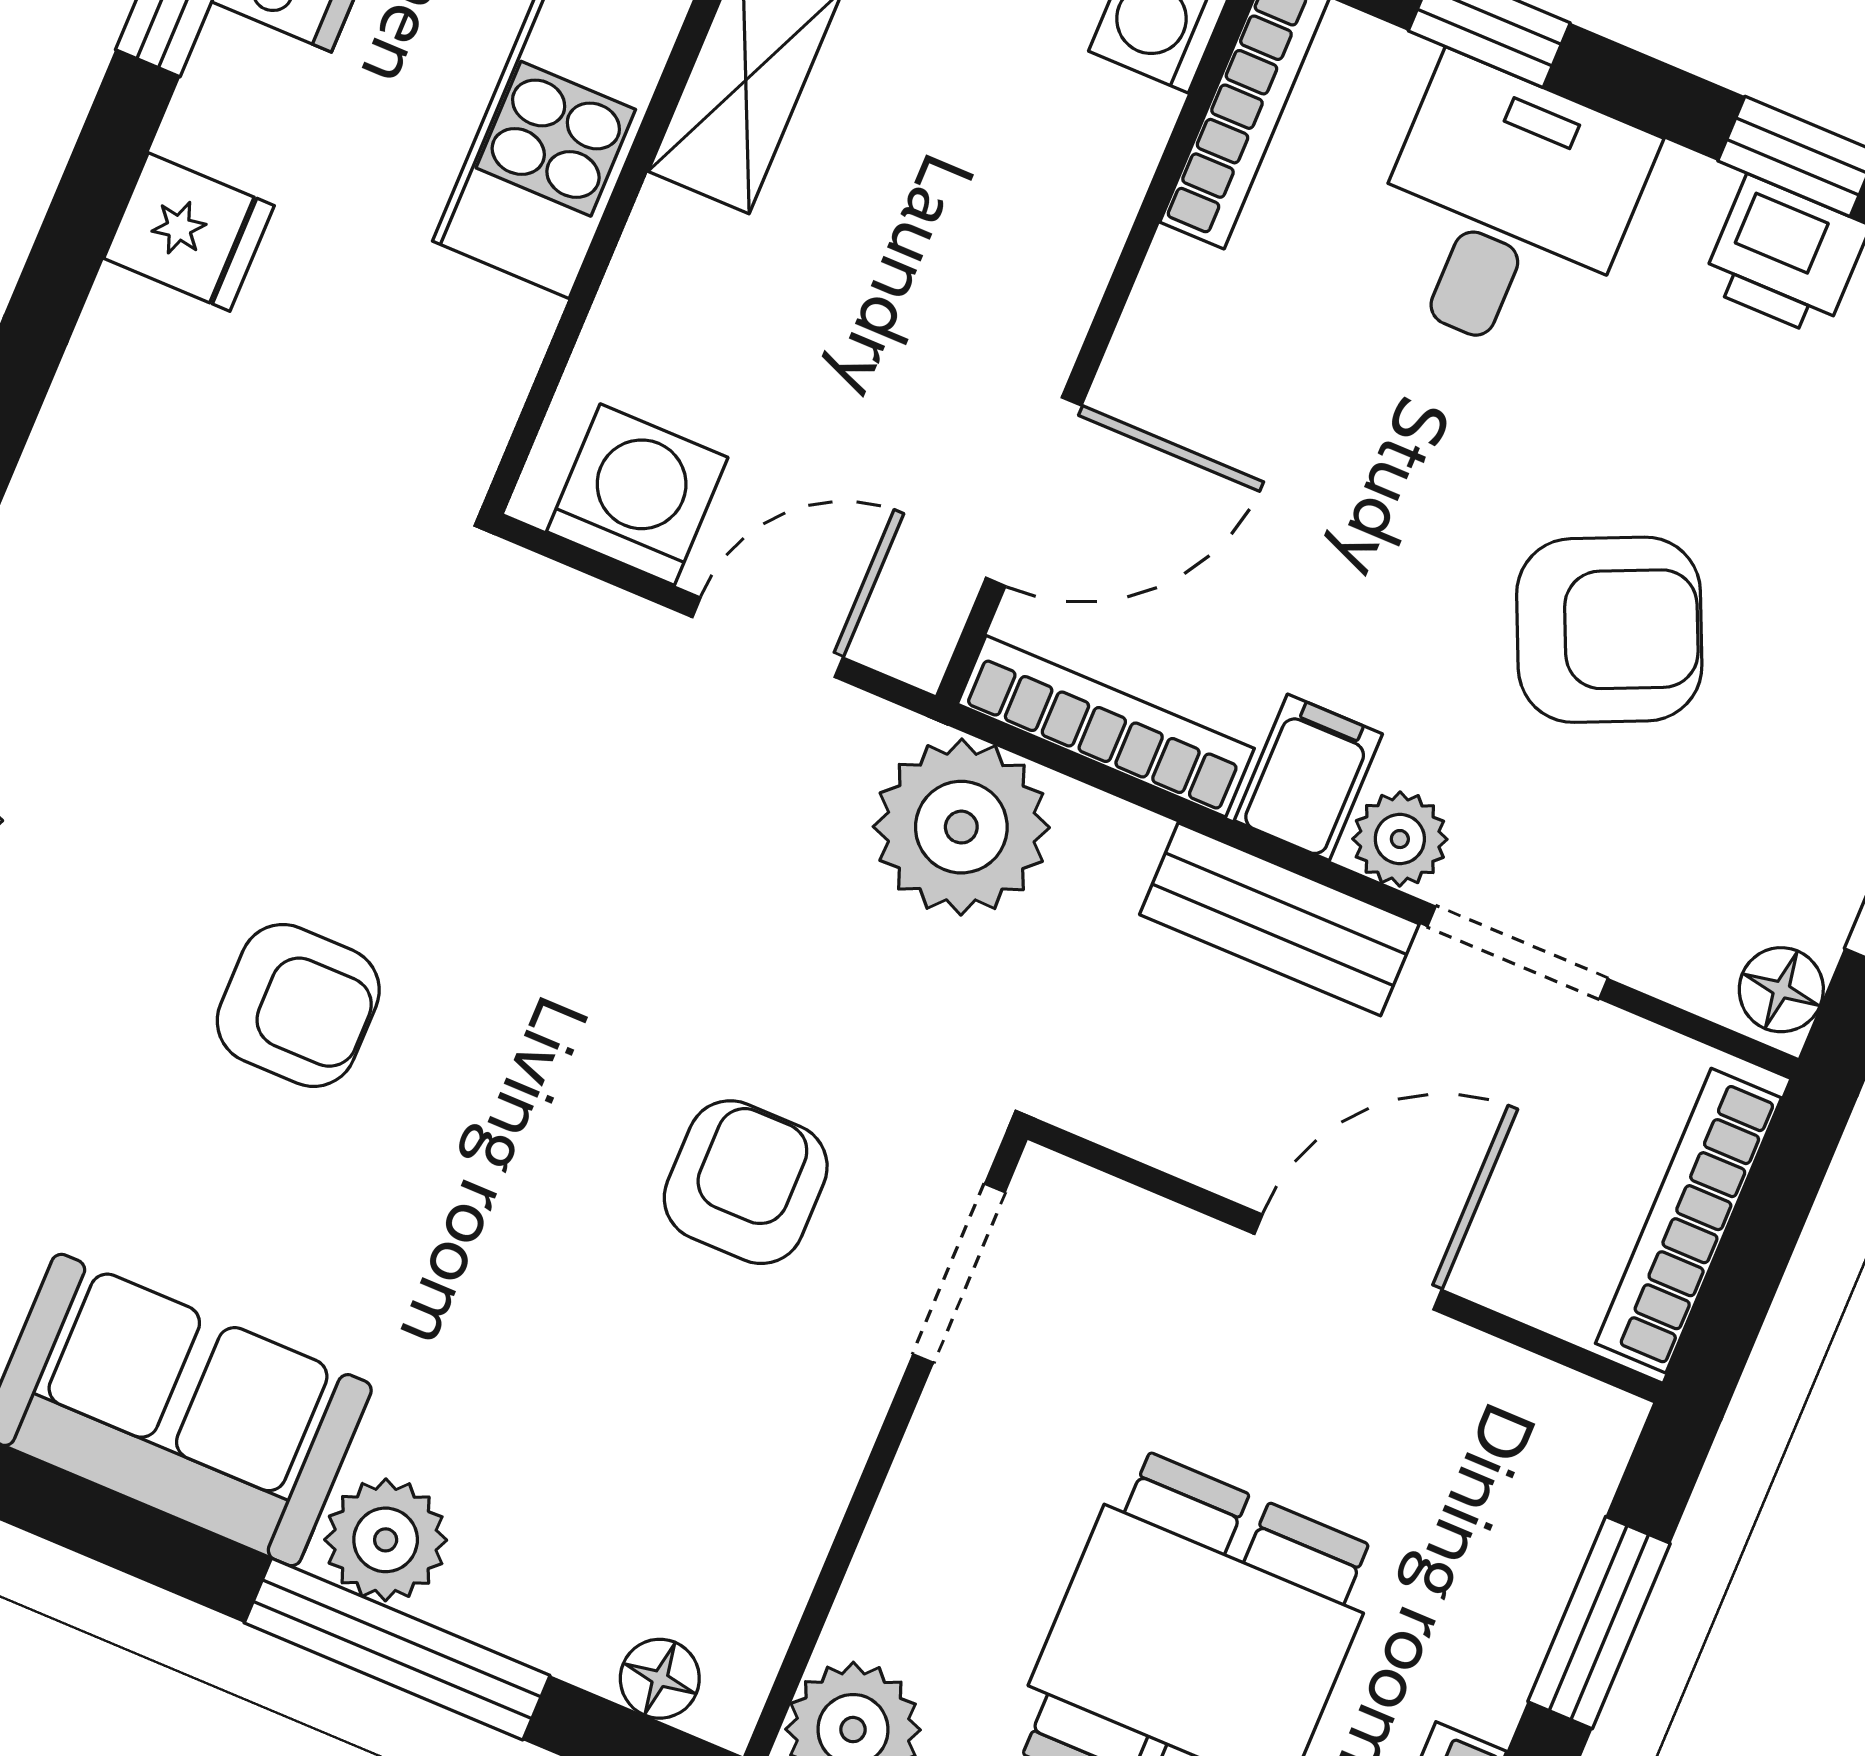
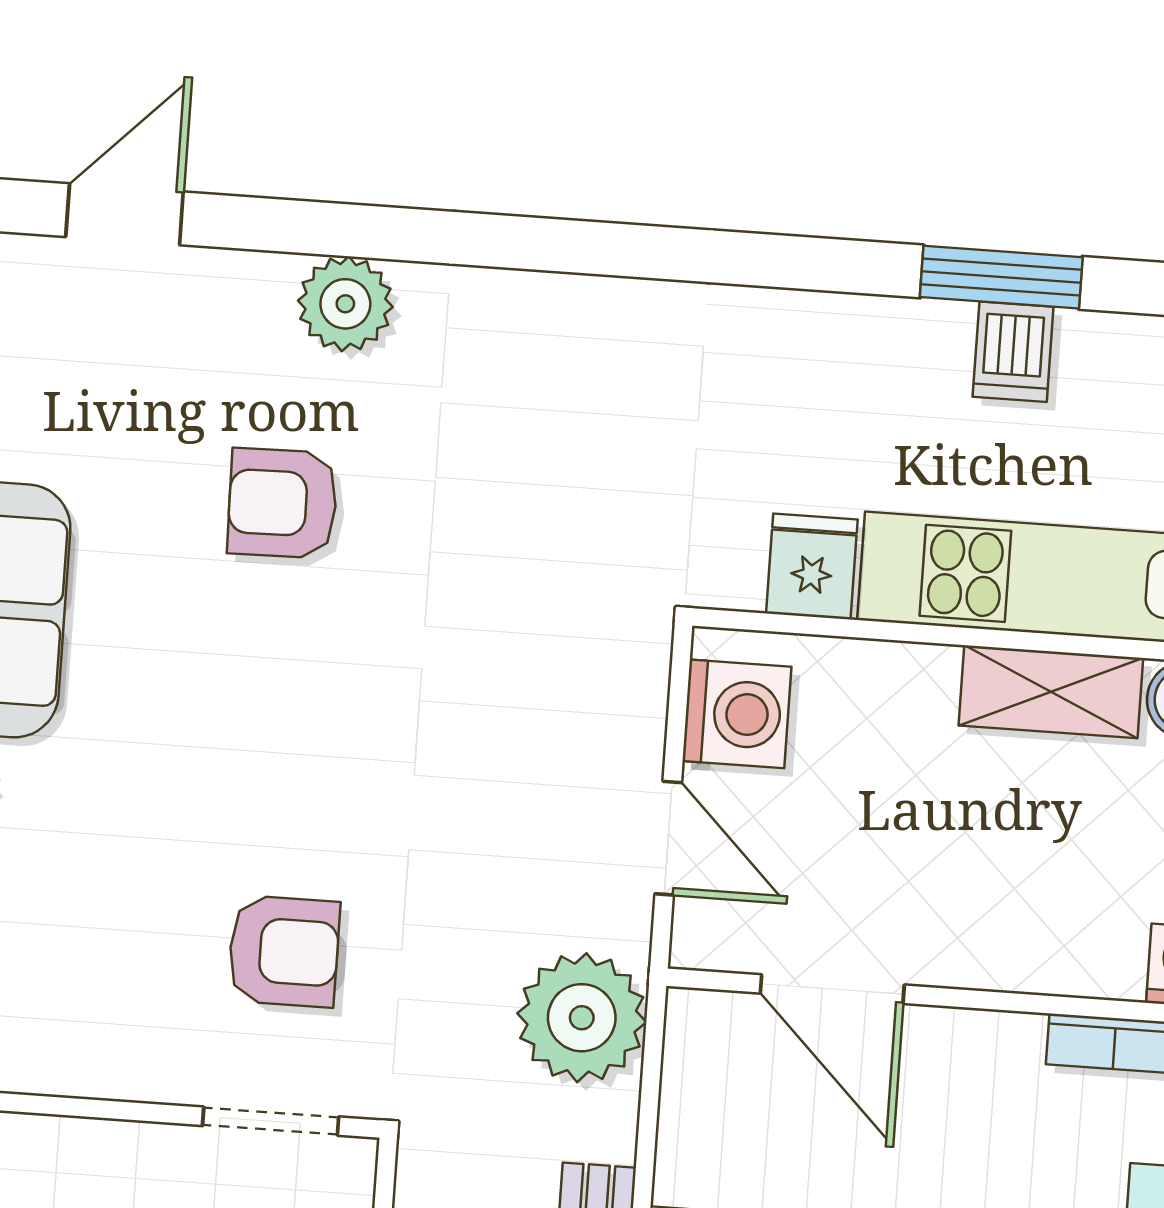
fridge: (189, 232) -> (812, 567), moved, turned 180
bookcase: (1106, 726) -> (686, 1094), removed
armchair: (298, 1005) -> (283, 503), moved, turned 89

